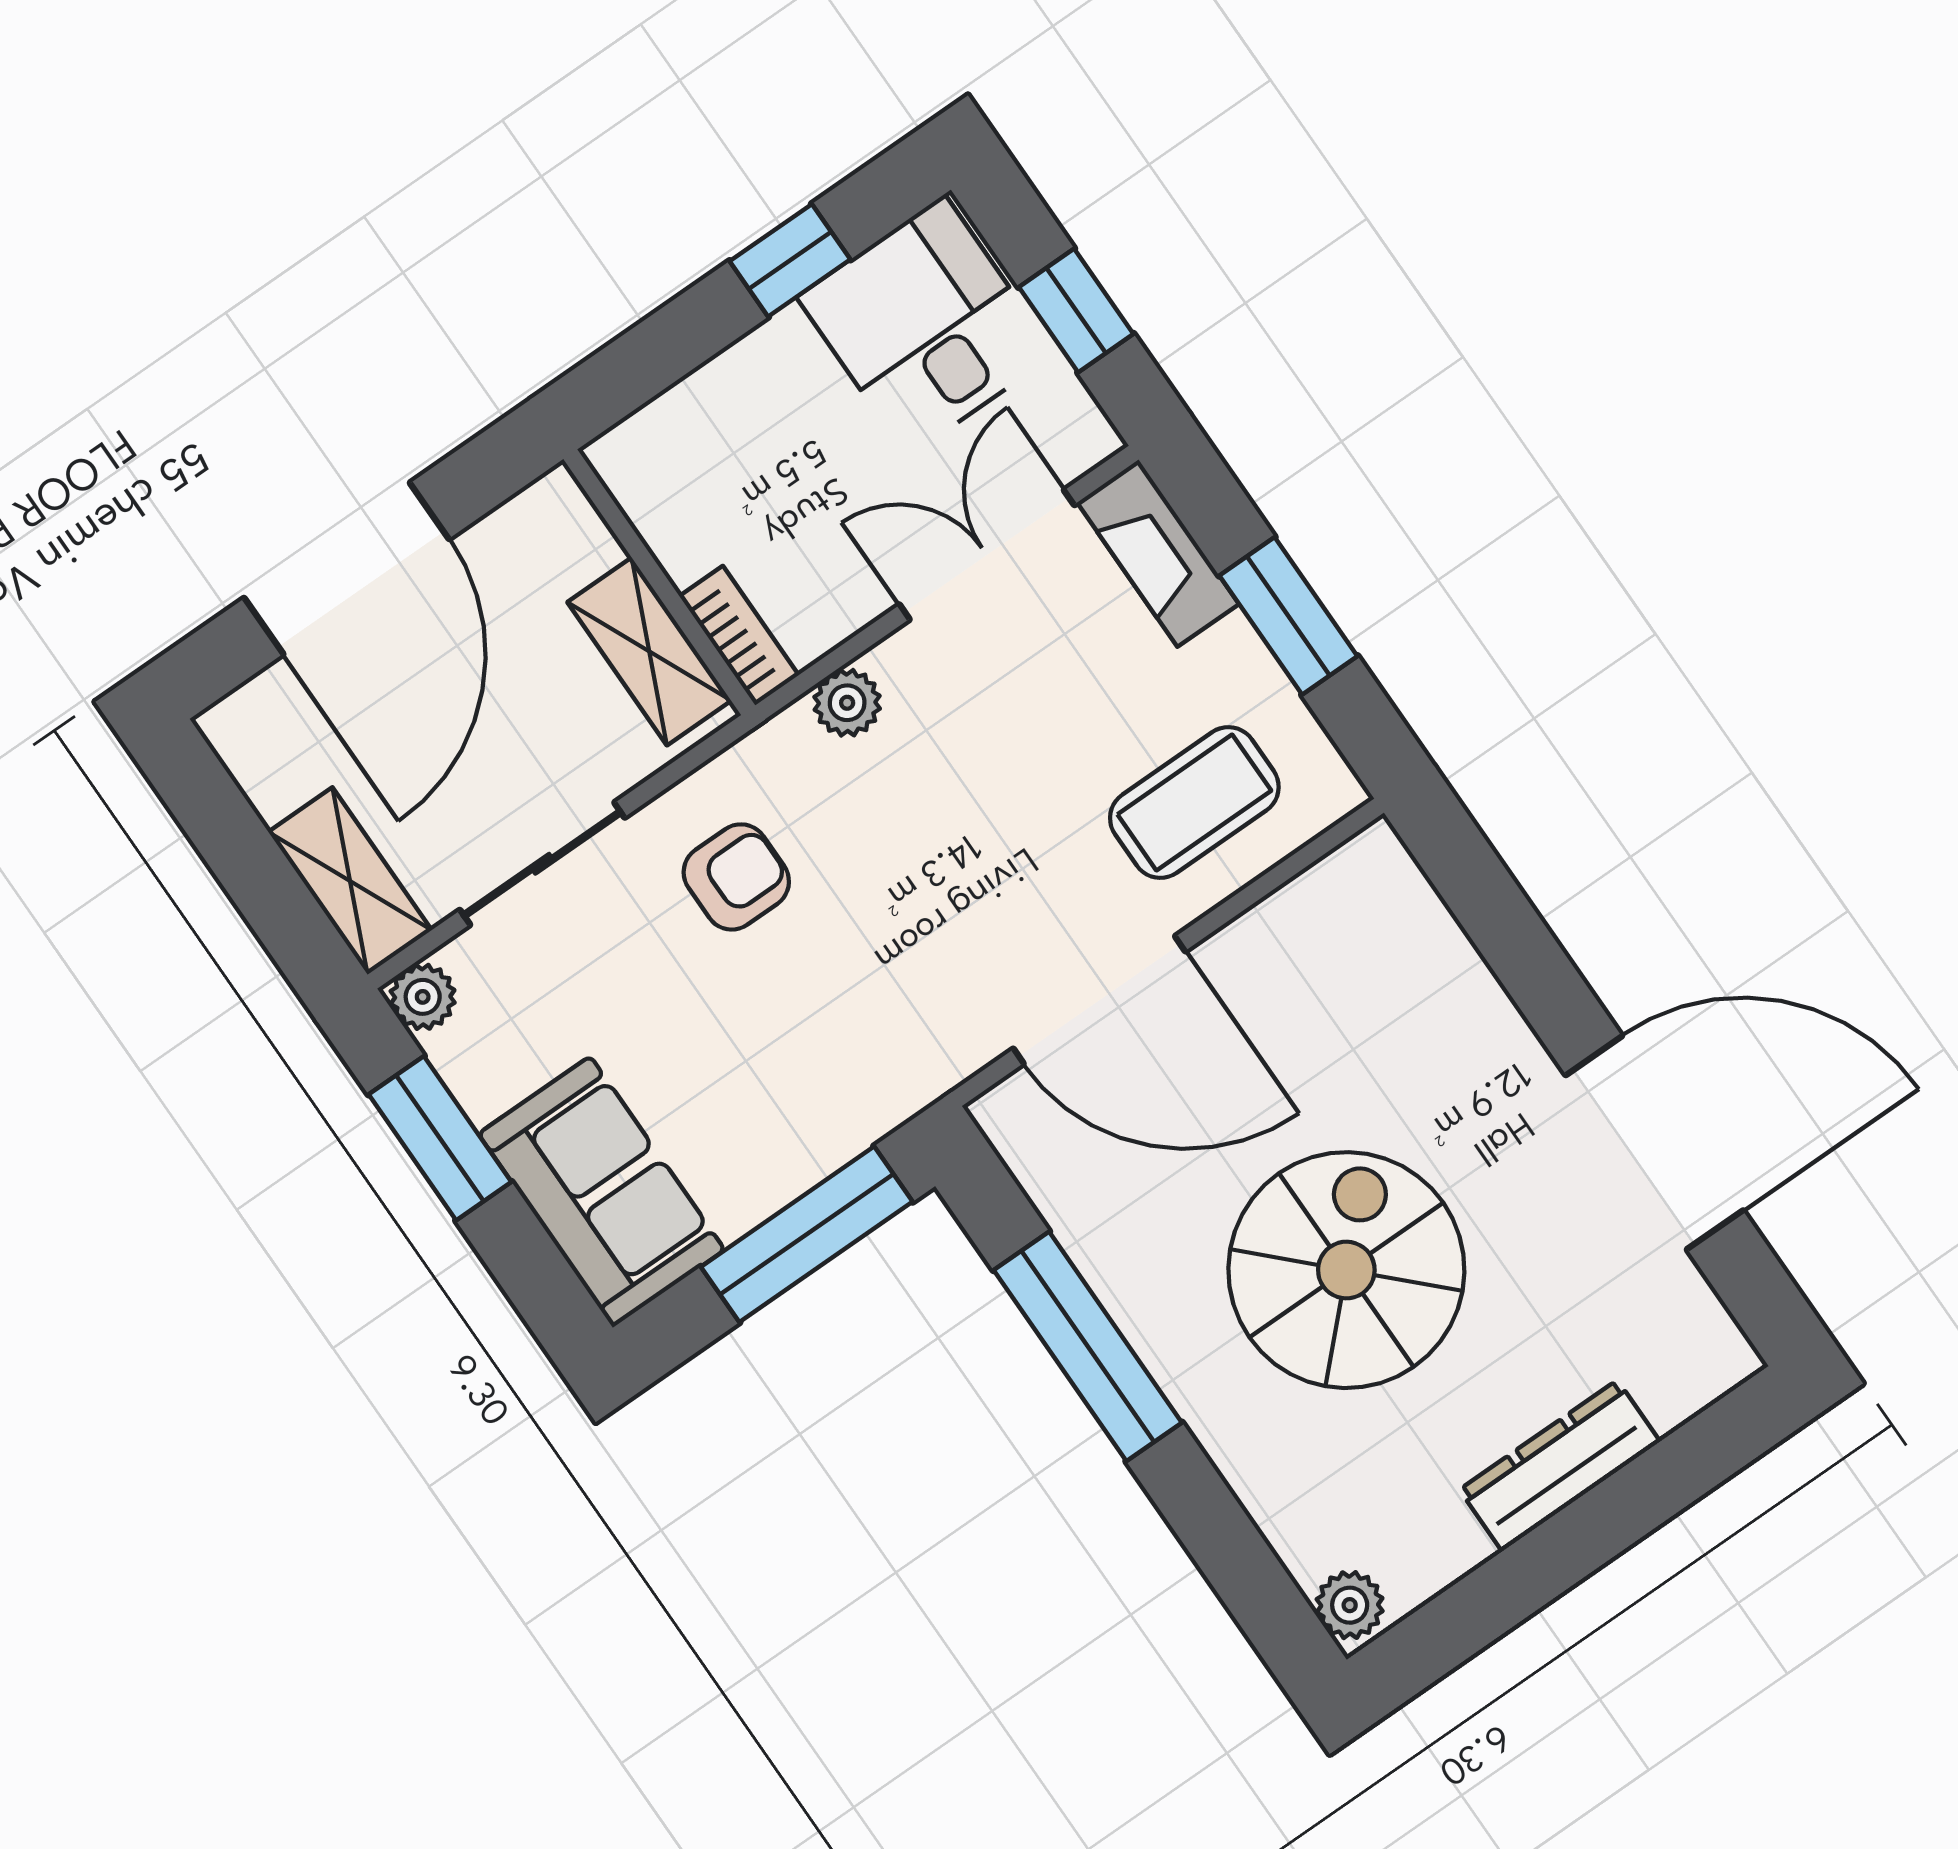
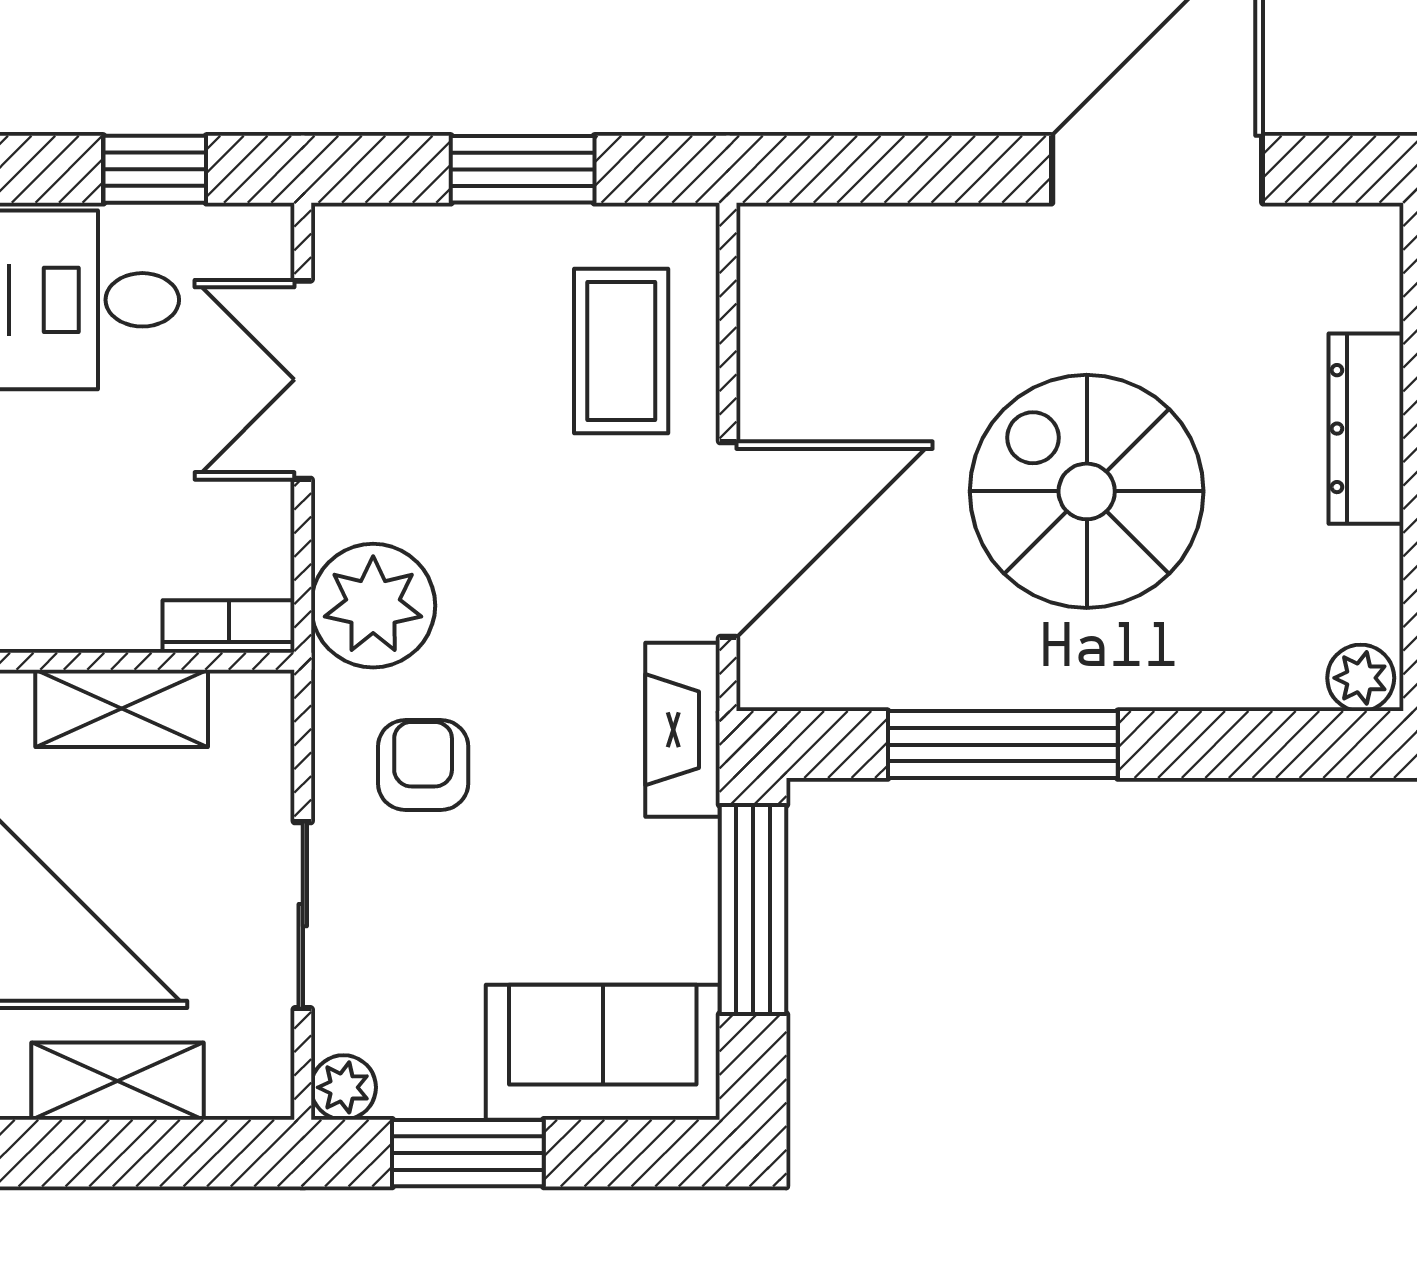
fireplace: (1158, 553) -> (682, 730), moved, turned 90
shelving: (649, 651) -> (122, 708), moved
plant: (847, 703) -> (373, 606), width x1.88, depth x1.88
shelving: (350, 881) -> (118, 1081), moved

